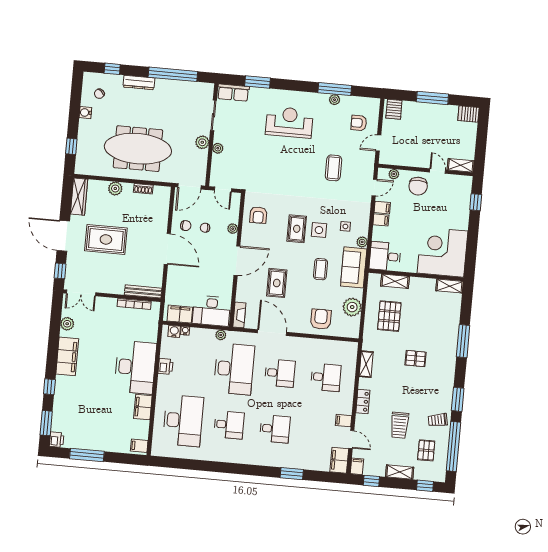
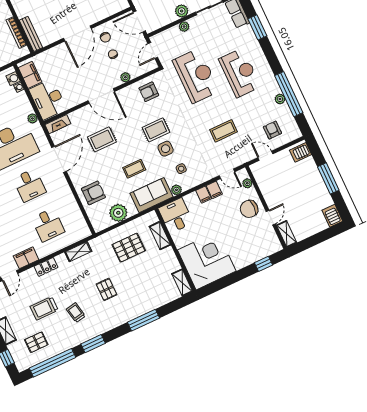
window: (335, 89) -> (289, 94), width x1.46
reception desk: (269, 164) -> (196, 76), added
trolley: (438, 420) -> (76, 313), moved
filing cabinet: (344, 421) -> (26, 258), width x2.00

